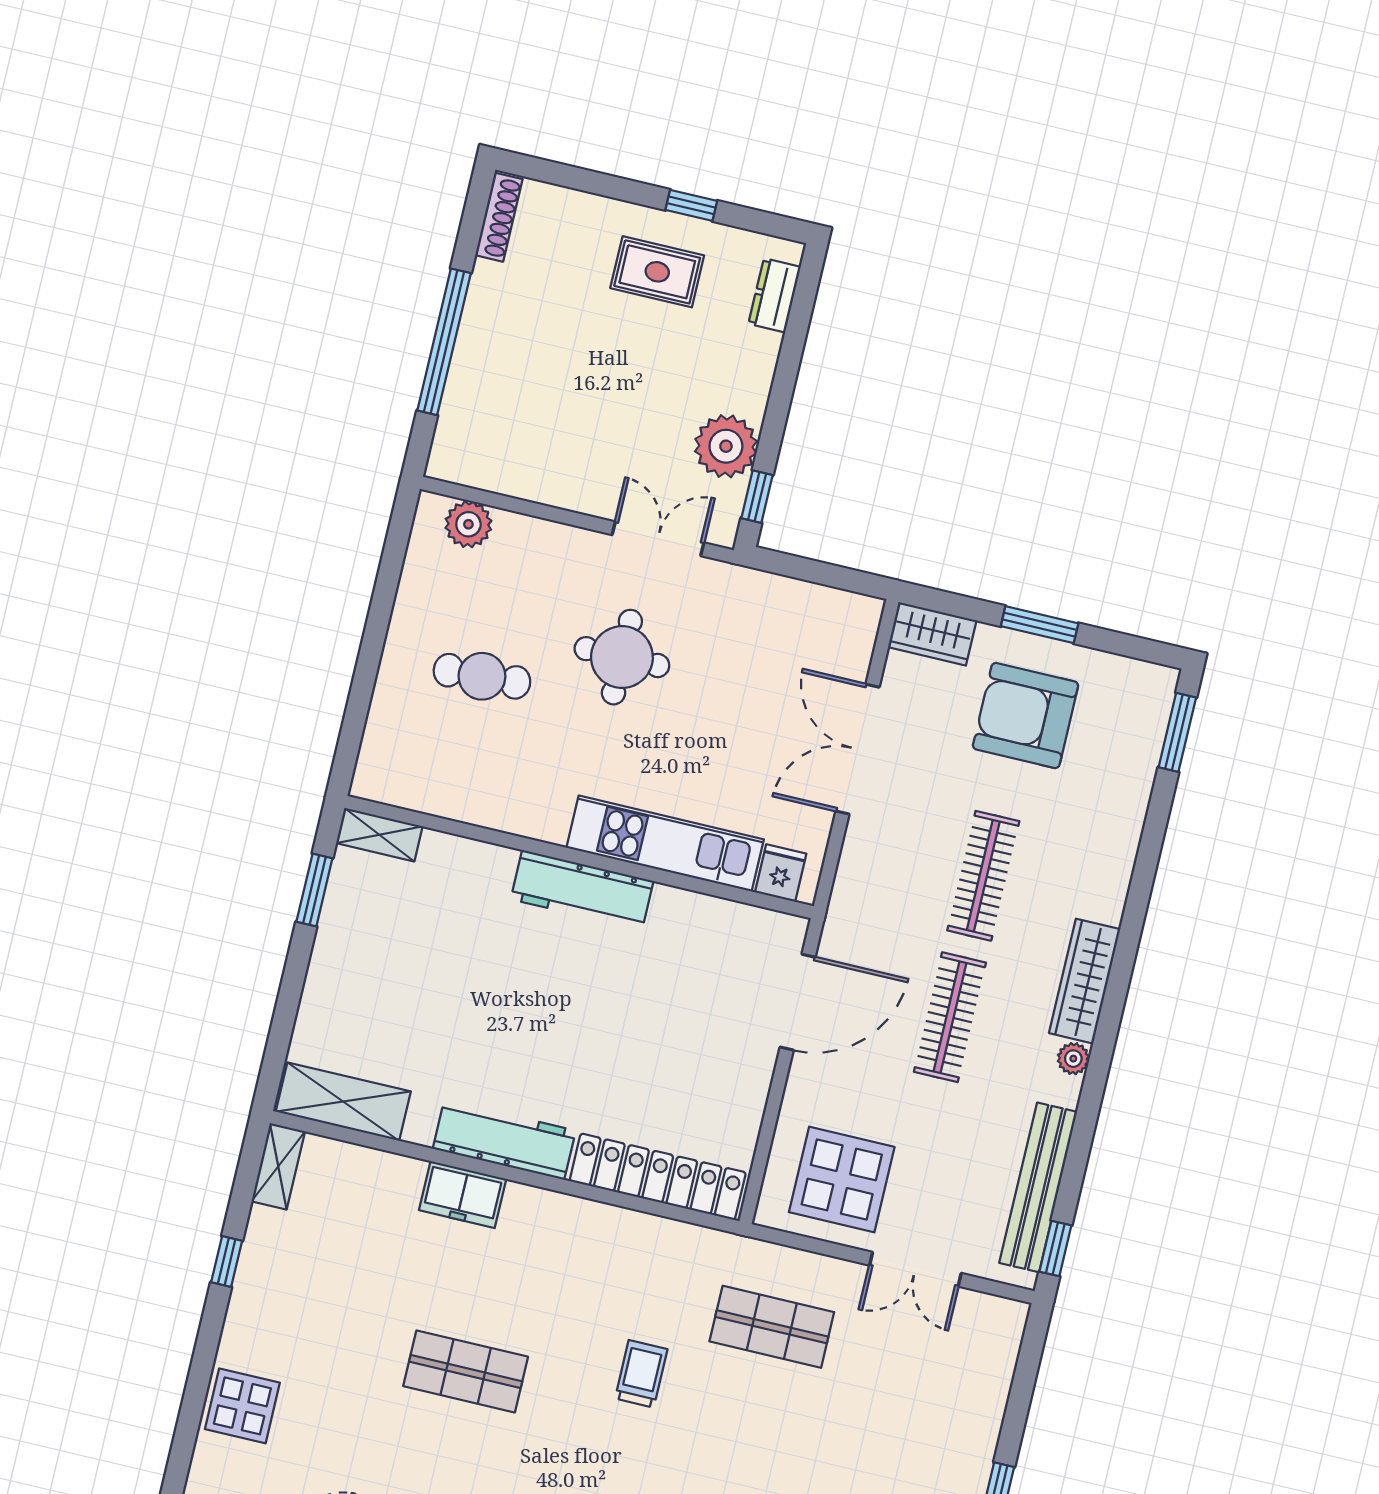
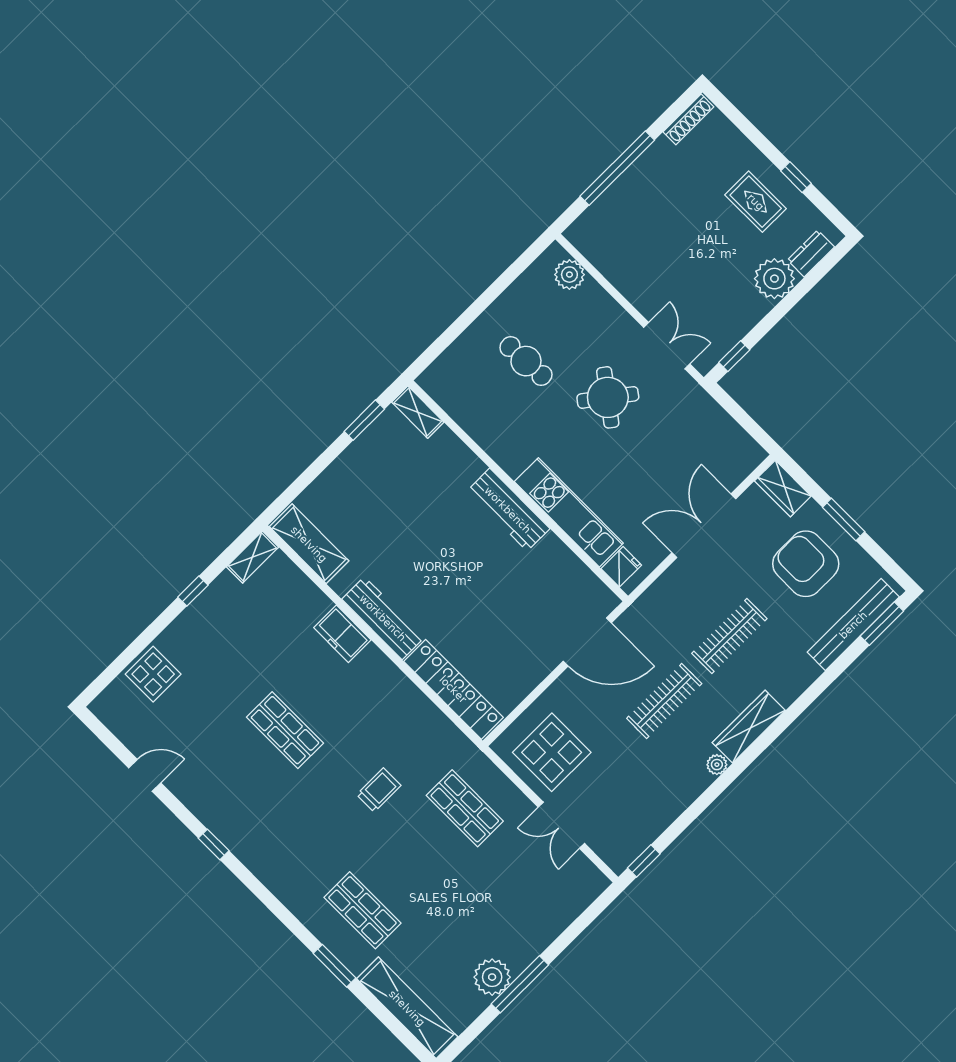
plant: (726, 446) -> (774, 279), moved
round table: (622, 657) -> (608, 397), turned 37
bench: (1038, 1187) -> (853, 625), moved

